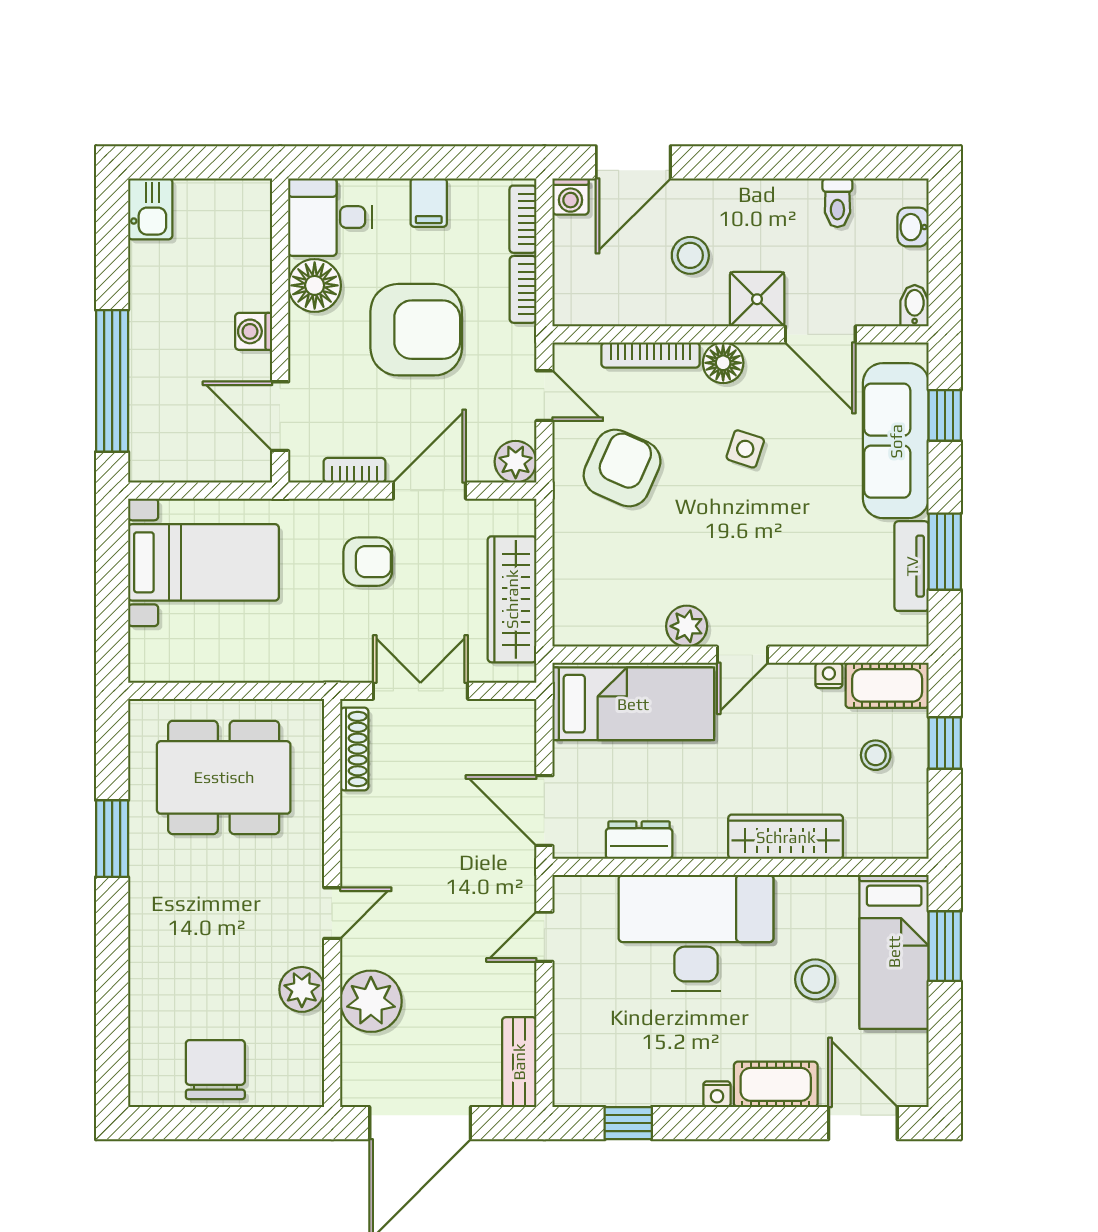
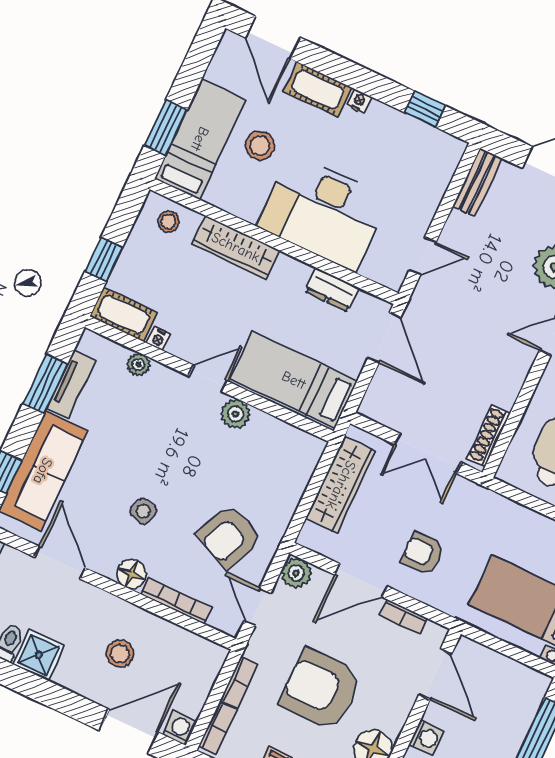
shower: (757, 299) -> (39, 655), moved
plant: (839, 631) -> (138, 365), added
stool: (876, 755) -> (168, 222), moved

